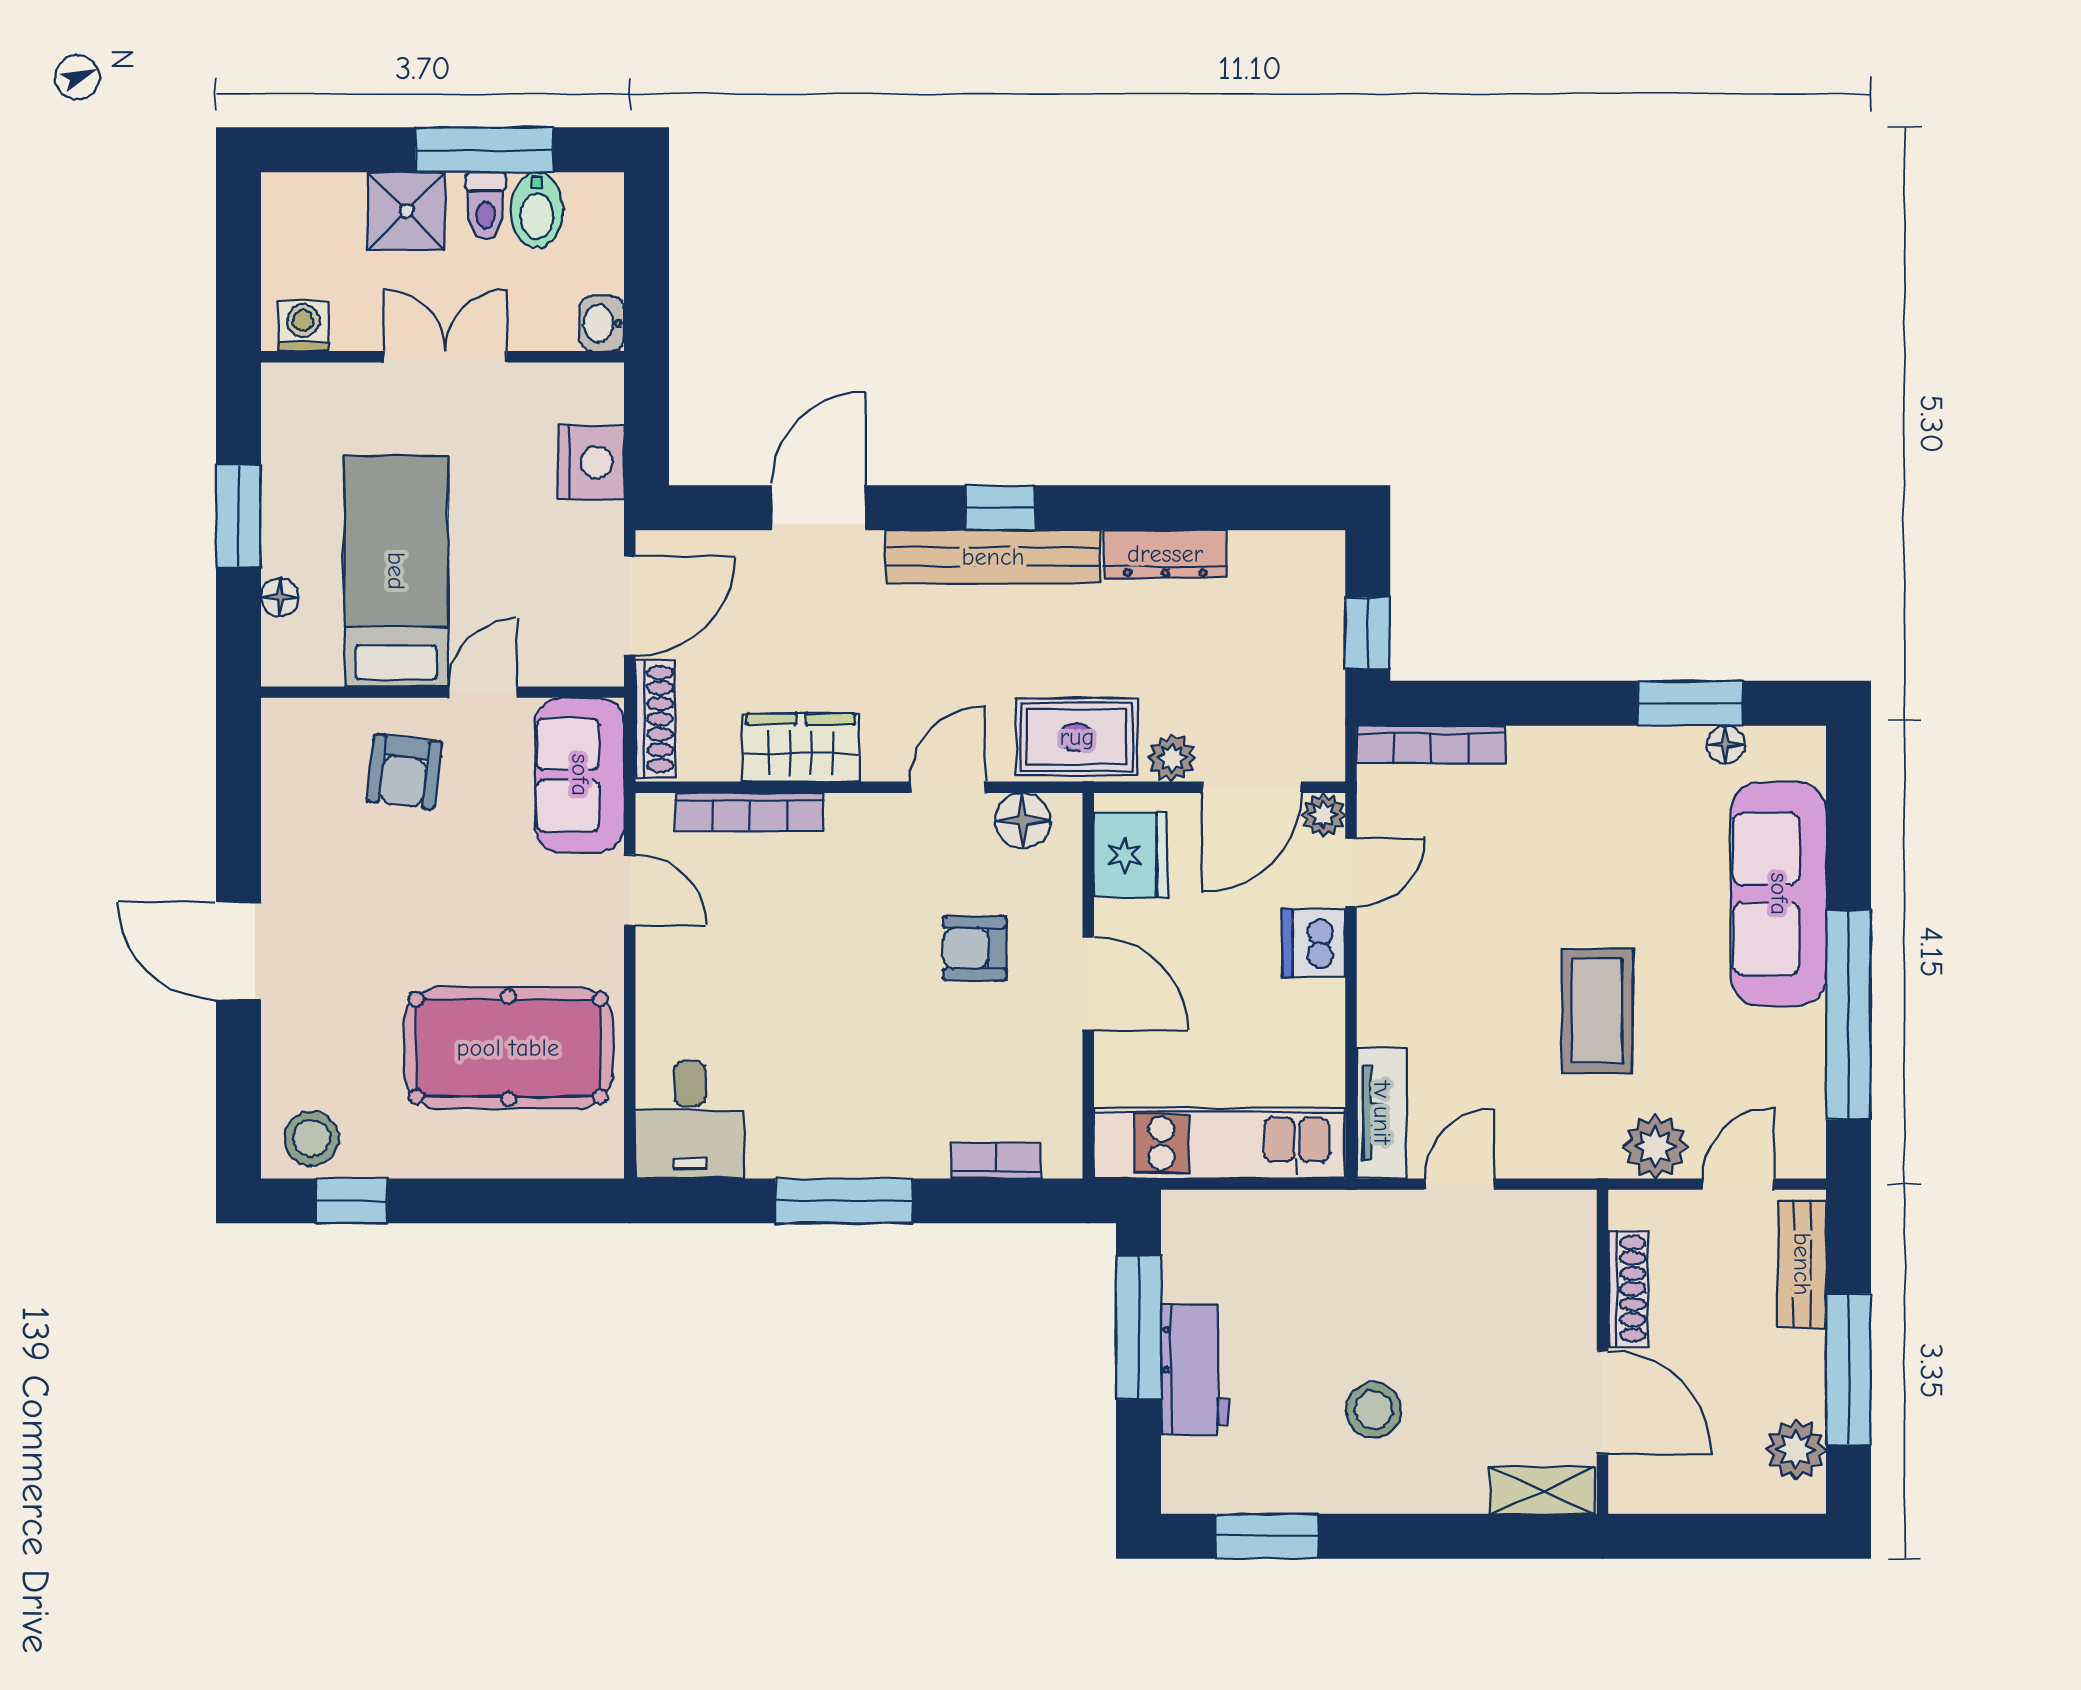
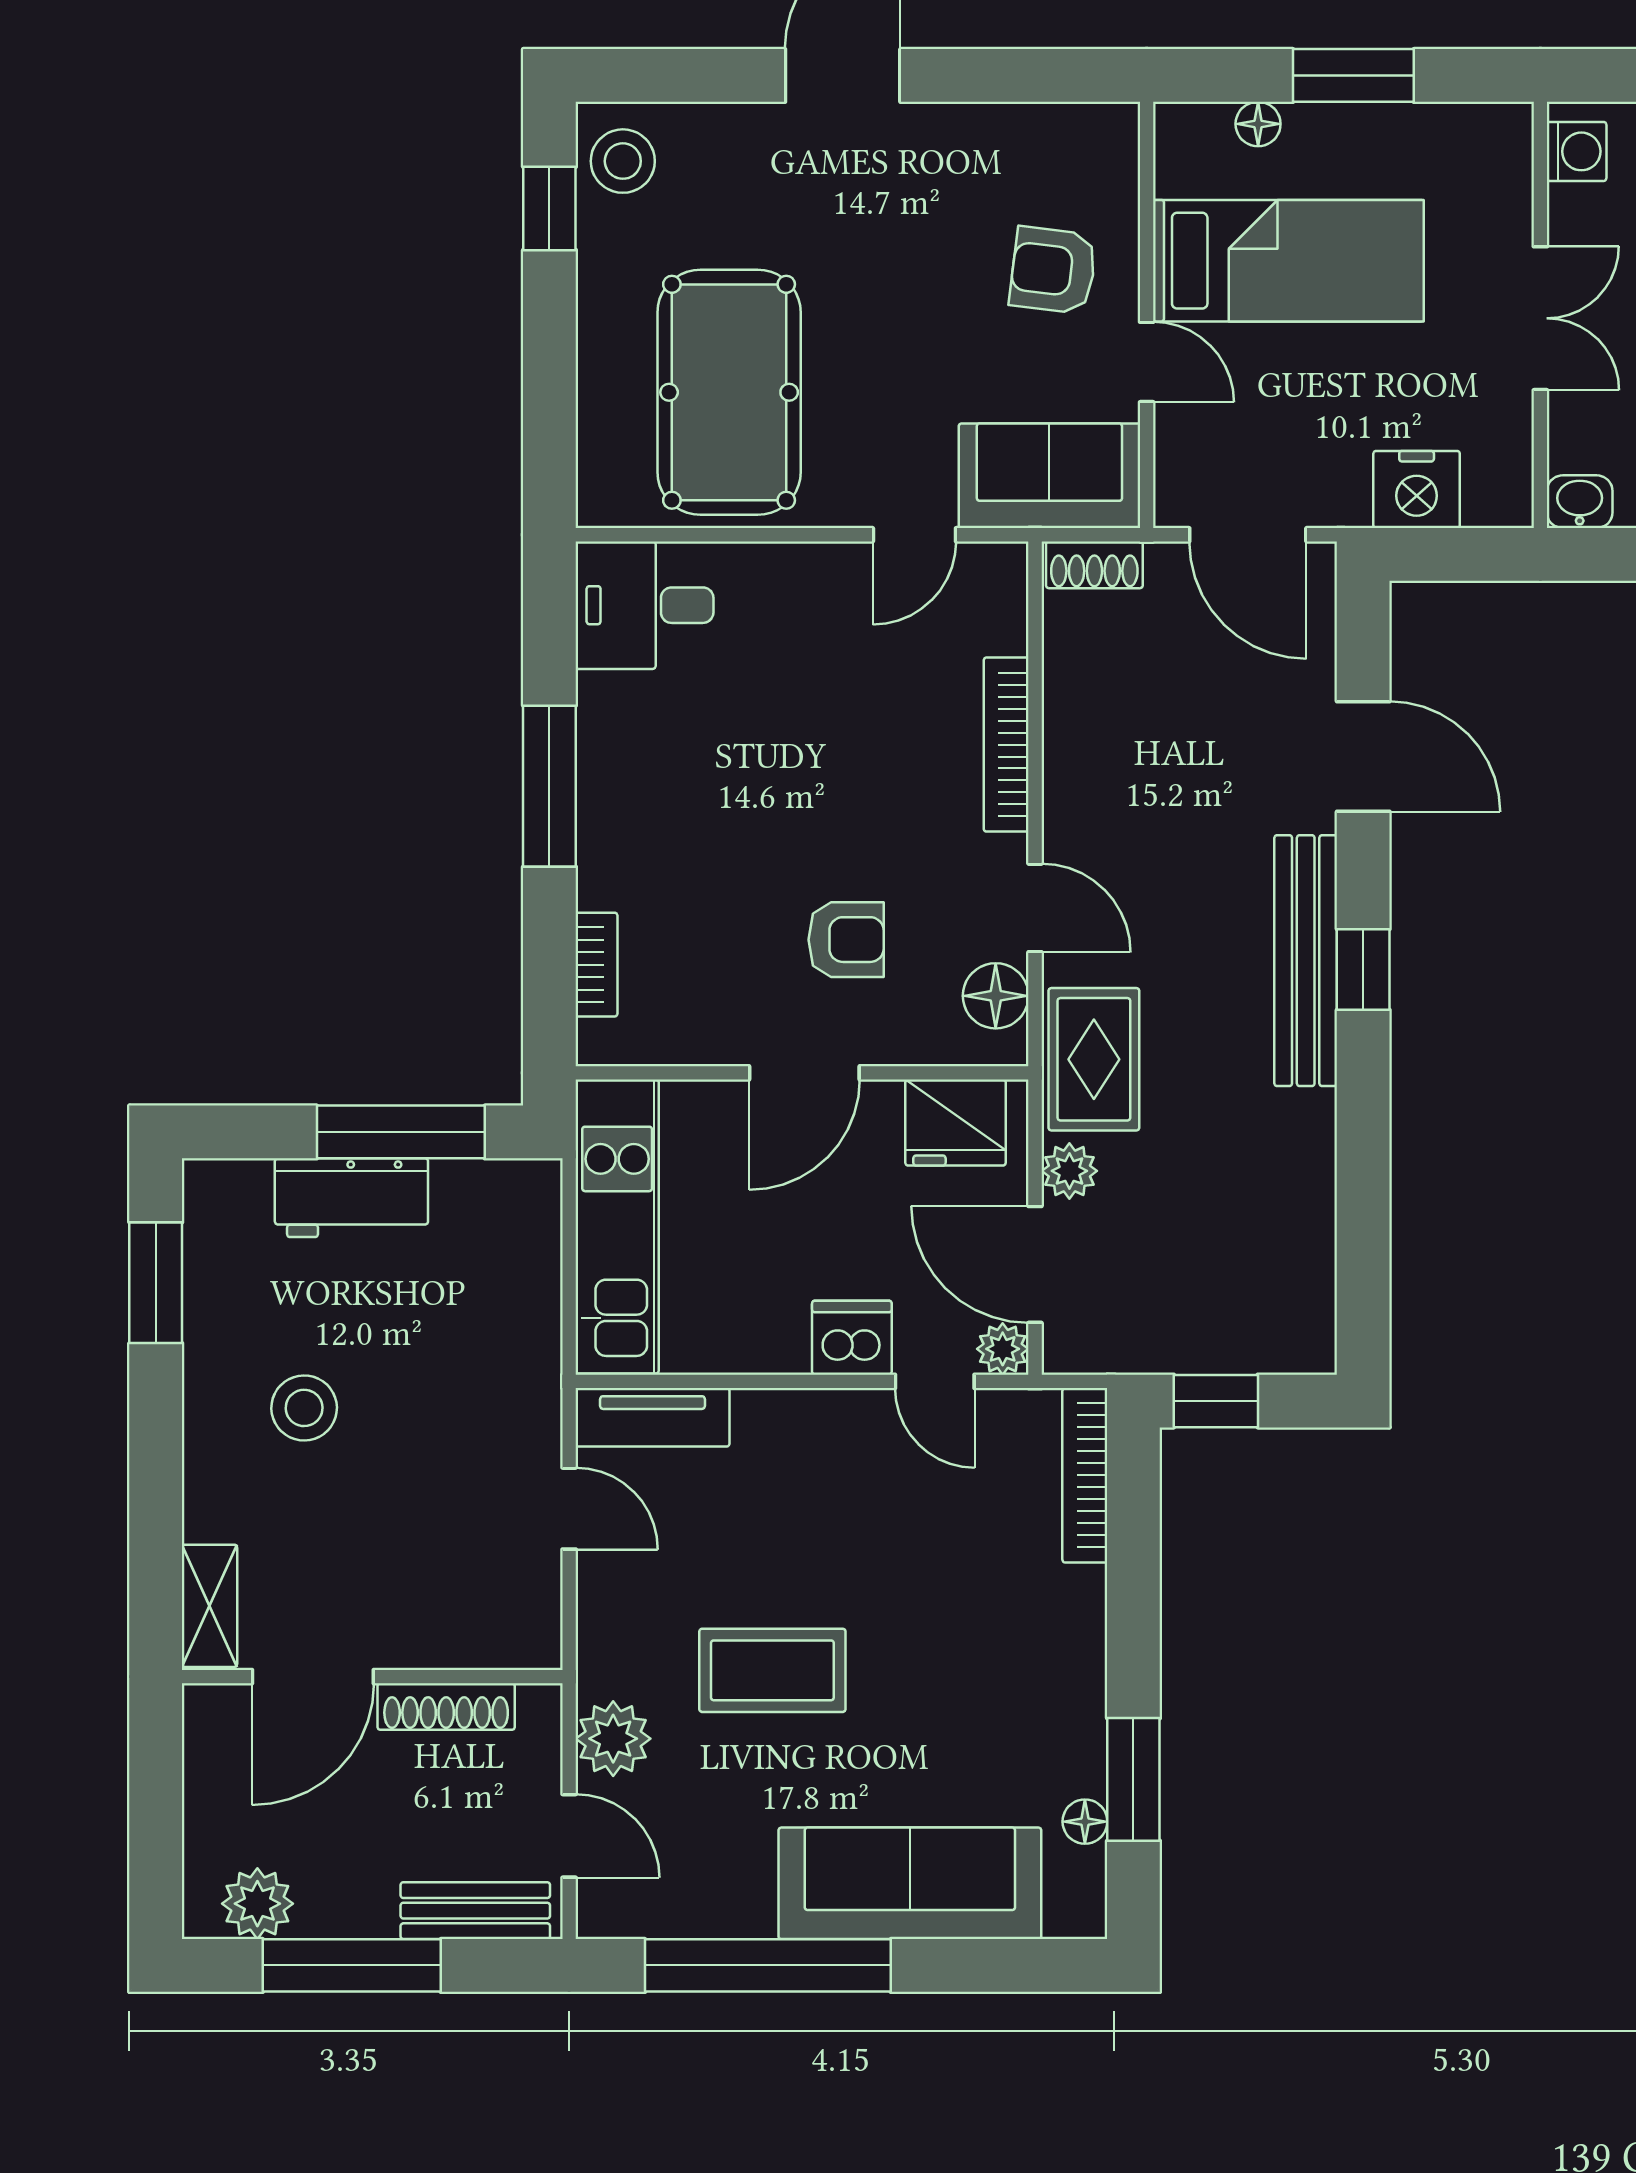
dresser: (1165, 554) -> (1309, 1164), removed
shoe rack: (655, 719) -> (1094, 565), width x0.70
wardrobe: (801, 748) -> (1082, 736), removed
bookcase: (749, 812) -> (1006, 745), moved
armchair: (975, 948) -> (846, 940), turned 90

